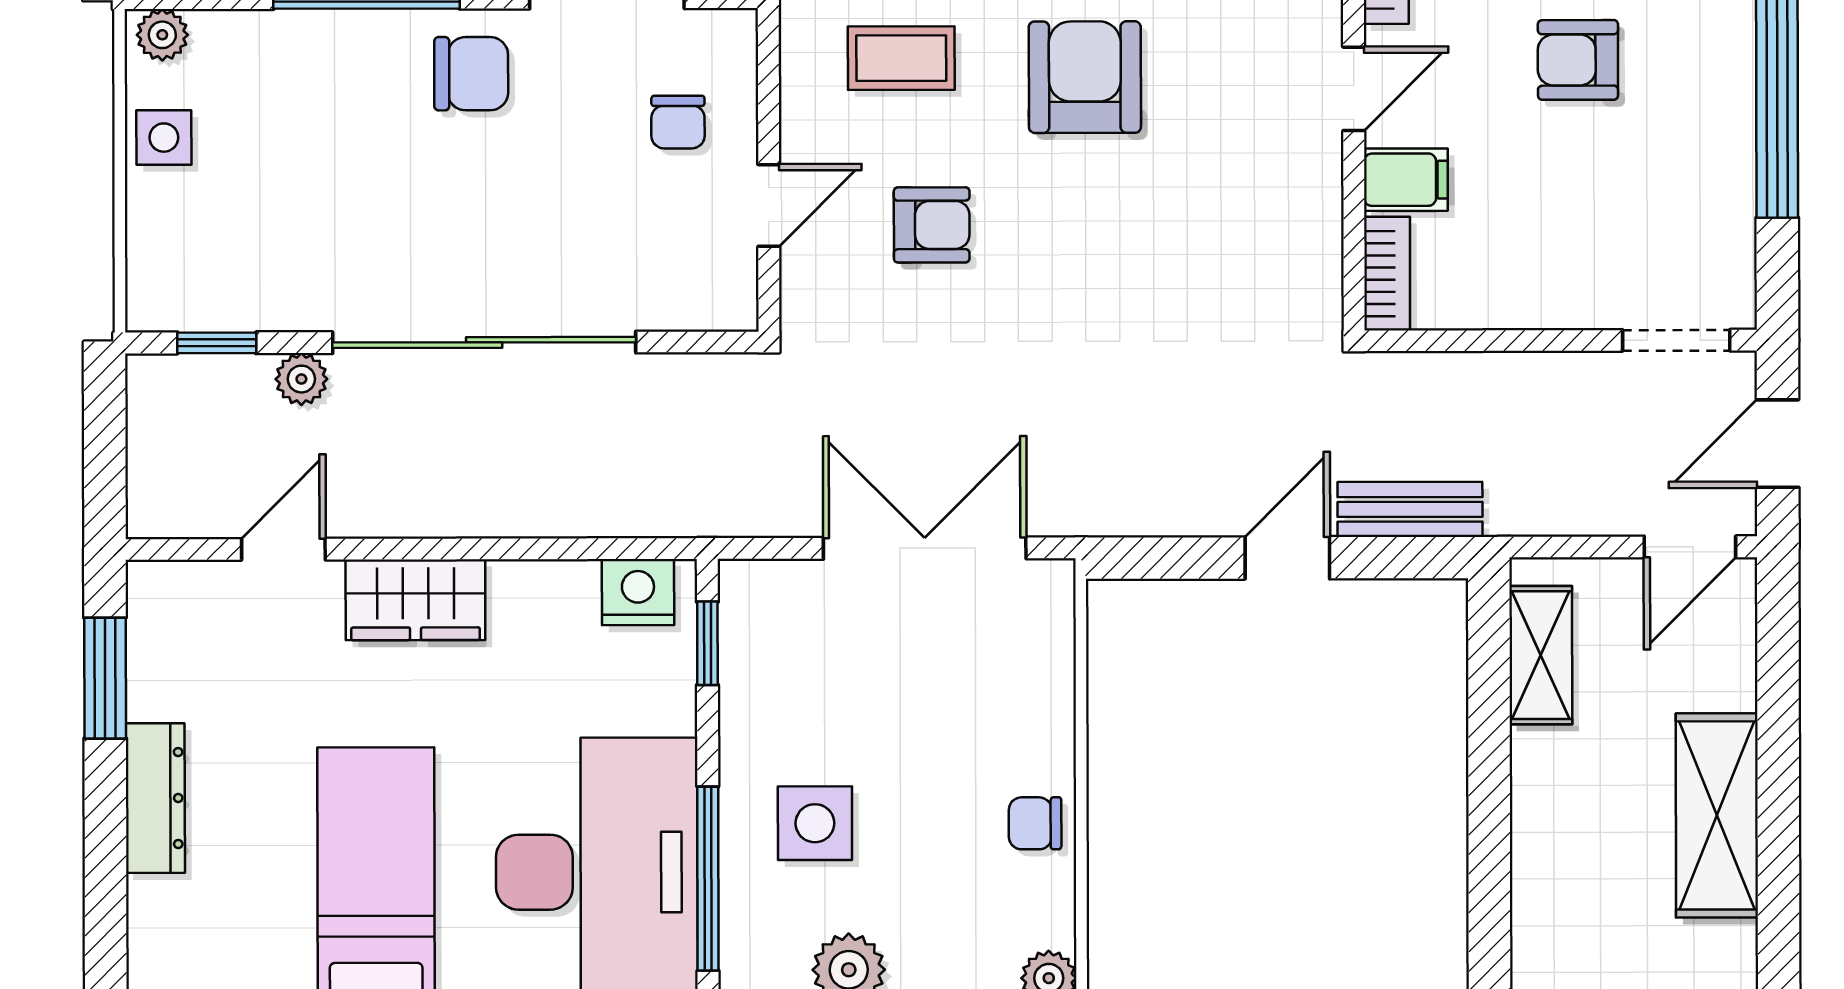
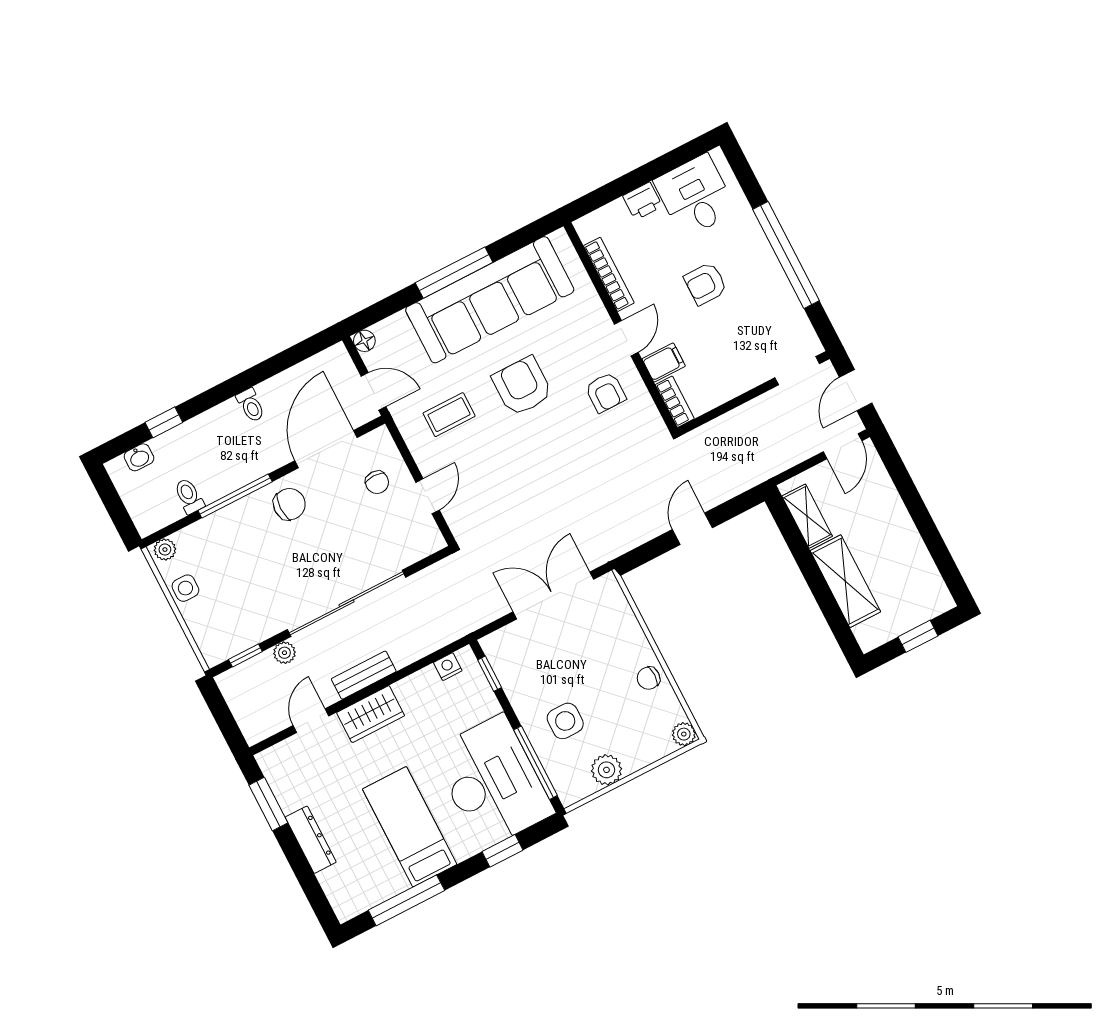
armchair: (932, 225) -> (606, 392), moved, turned 90
bench: (1410, 509) -> (364, 675), moved
nightstand: (638, 592) -> (448, 667), width x0.72, depth x0.74
shelving: (1717, 815) -> (845, 581), moved

